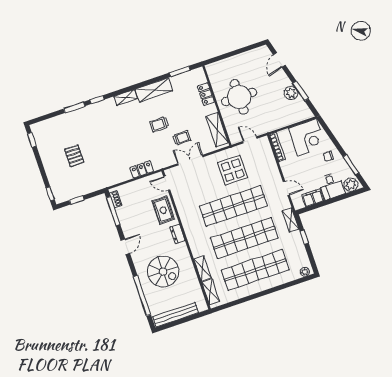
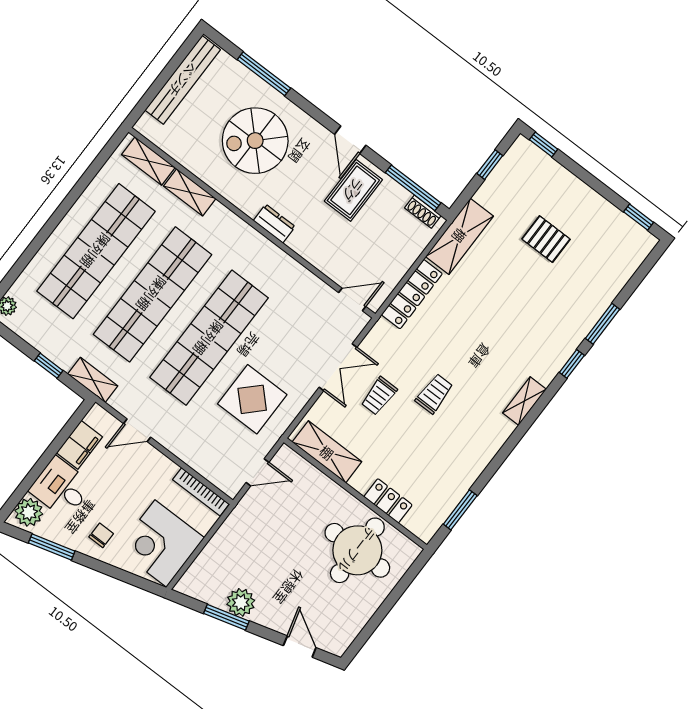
shelving: (154, 90) -> (460, 236), moved
round table: (239, 97) -> (357, 550), moved
locker: (142, 169) -> (412, 294), width x1.53
rug: (163, 210) -> (353, 190), moved, turned 90
window: (142, 296) -> (264, 74), width x0.68

